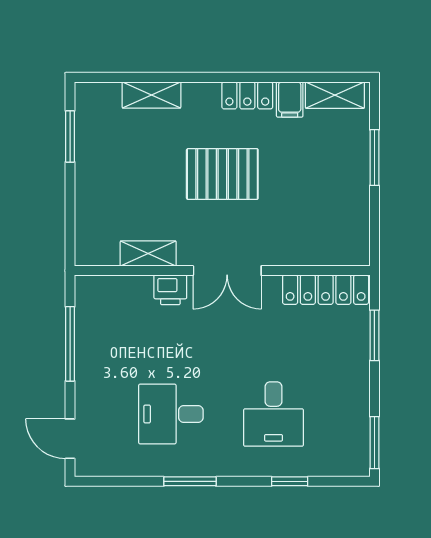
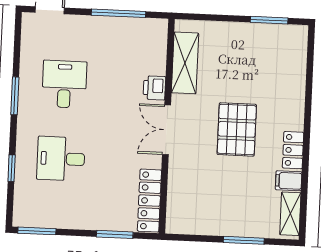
shelving: (151, 95) -> (296, 81), removed
shelving: (148, 254) -> (185, 63), width x1.50, depth x1.33

